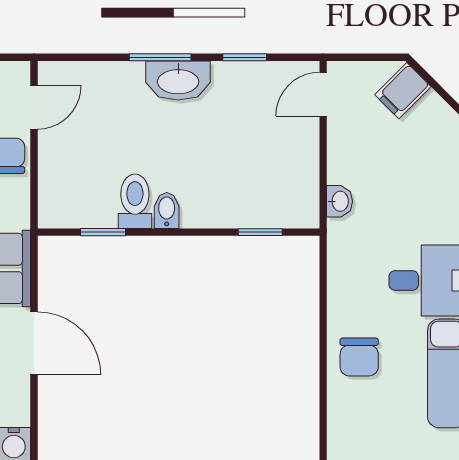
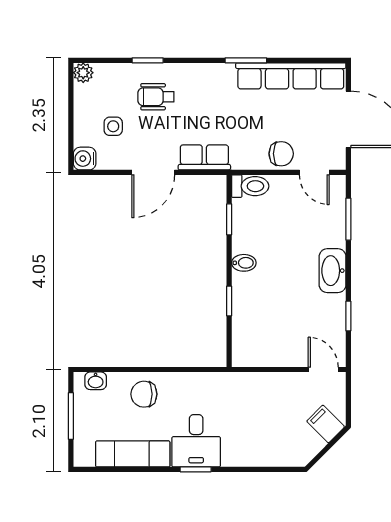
window: (160, 57) -> (348, 219), moved
toilet: (135, 201) -> (250, 186), moved
washbasin: (339, 201) -> (96, 381), moved
window: (260, 232) -> (229, 301), moved

